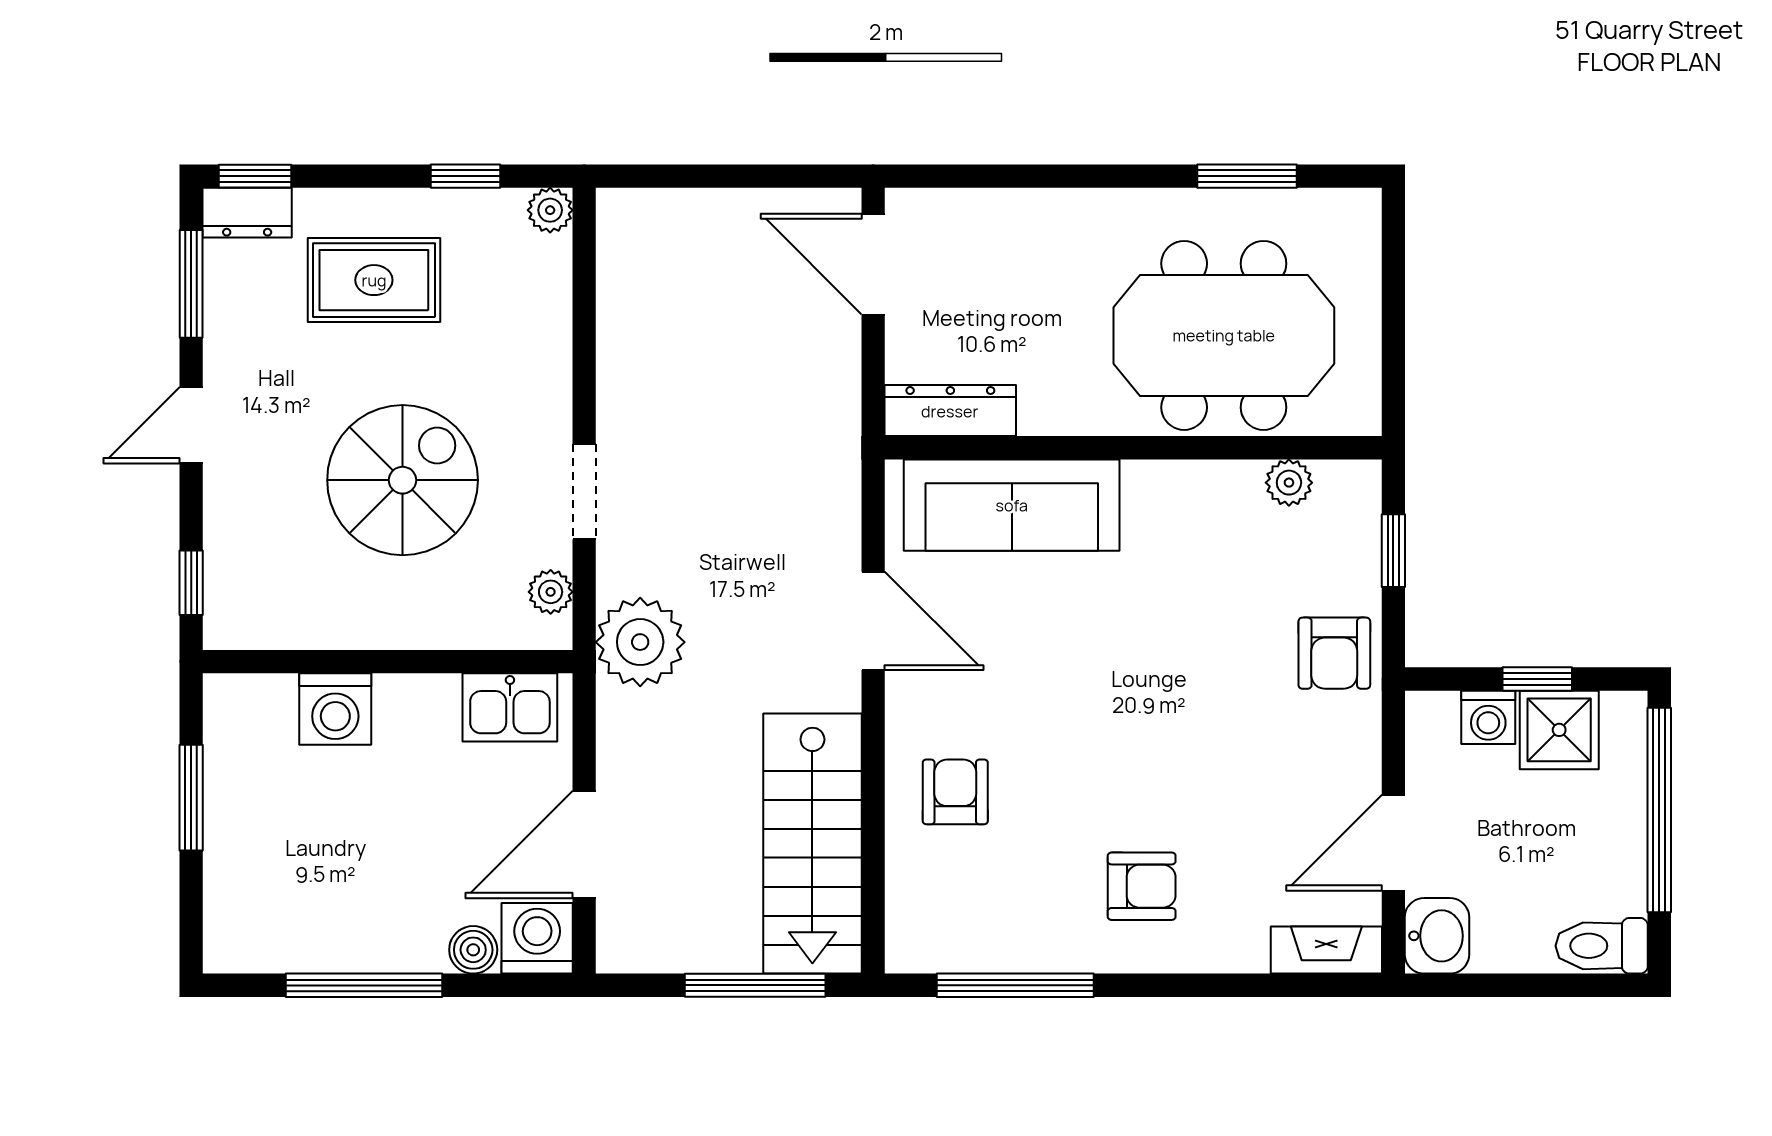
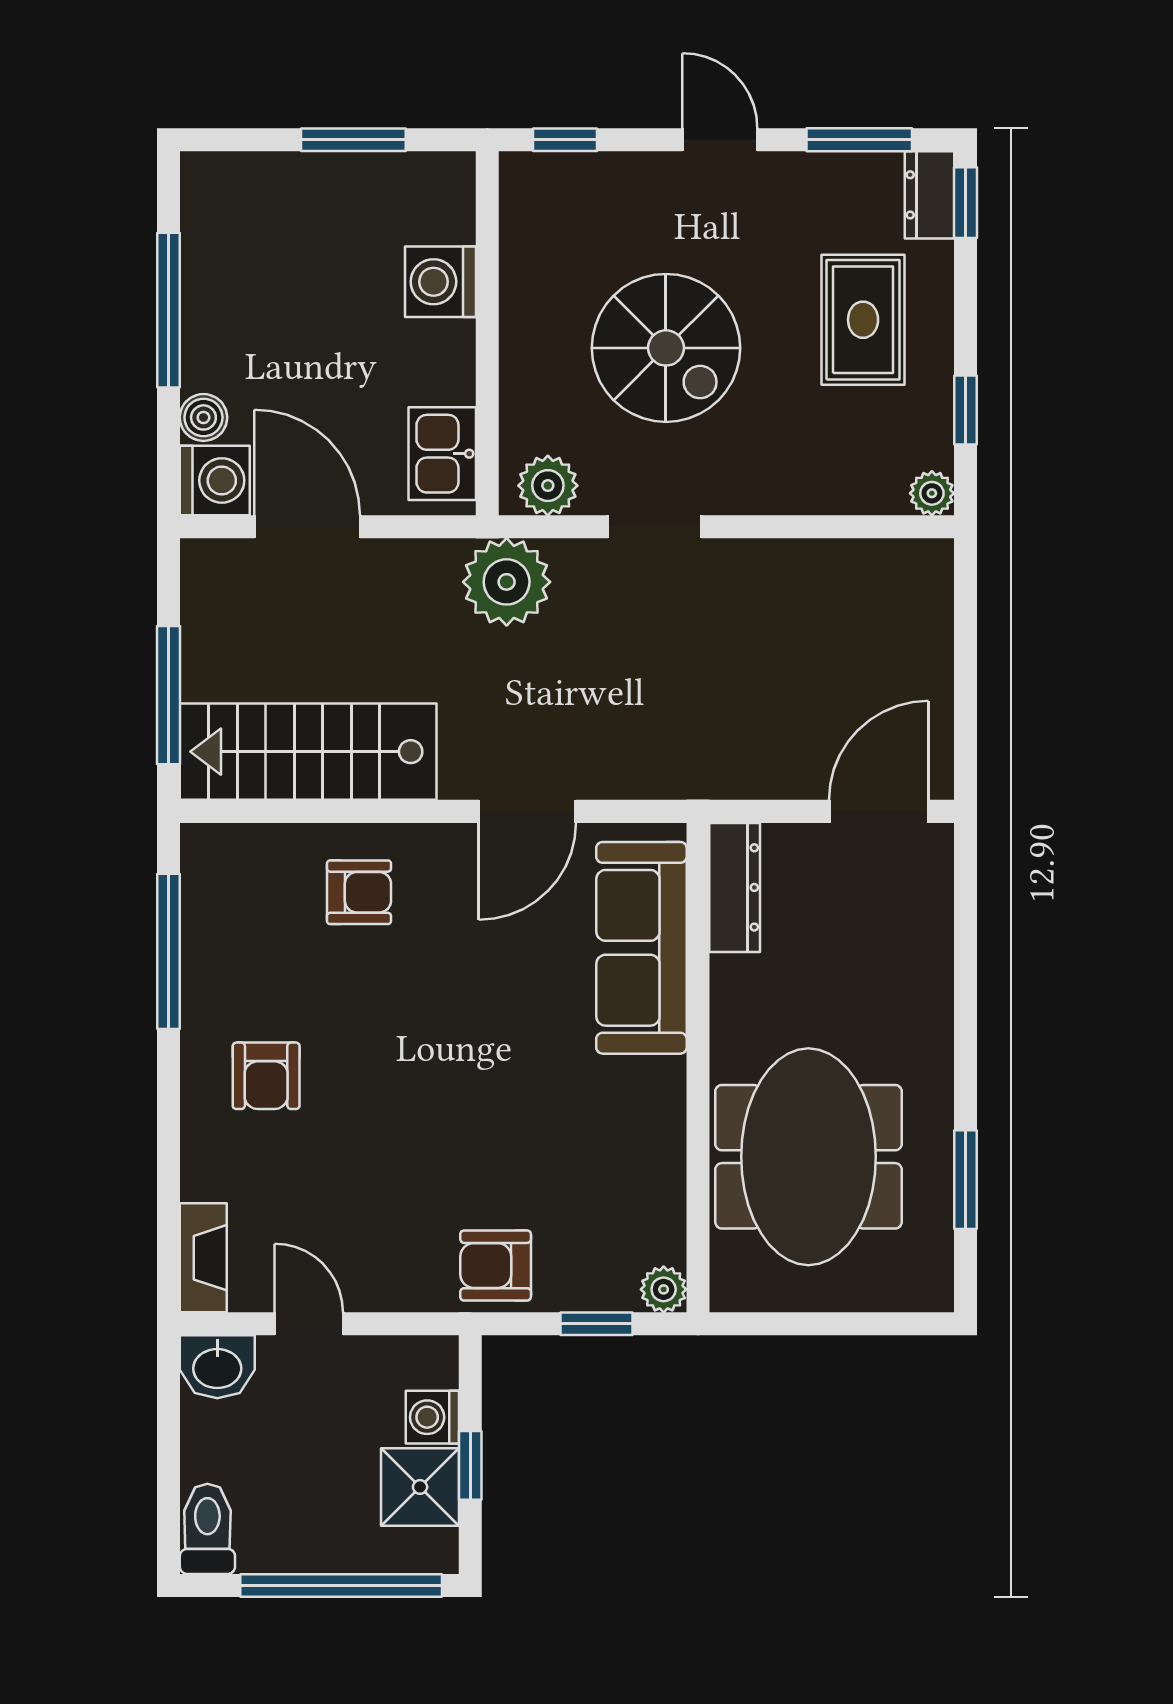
plant: (1289, 483) -> (664, 1289), moved
plant: (551, 592) -> (548, 486), width x1.38, depth x1.38
door: (1393, 843) -> (309, 1324), width x0.73

